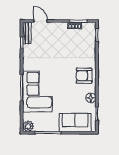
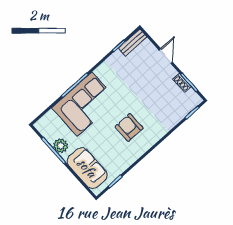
door: (41, 21) -> (166, 56), moved
armchair: (84, 76) -> (129, 127), moved
floor lamp: (91, 98) -> (125, 162), removed
plant: (28, 126) -> (61, 146), moved

